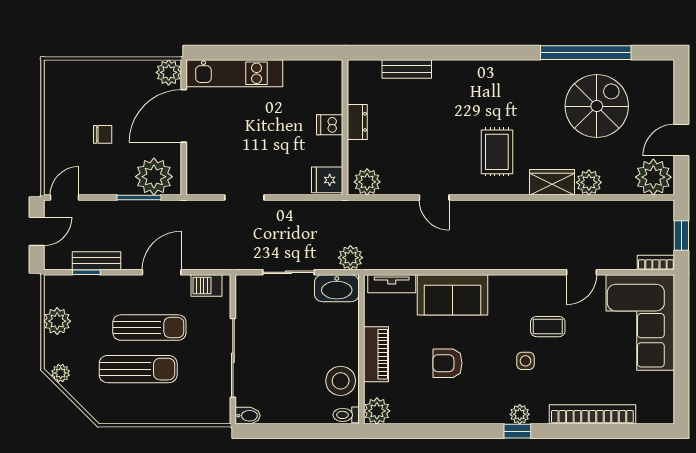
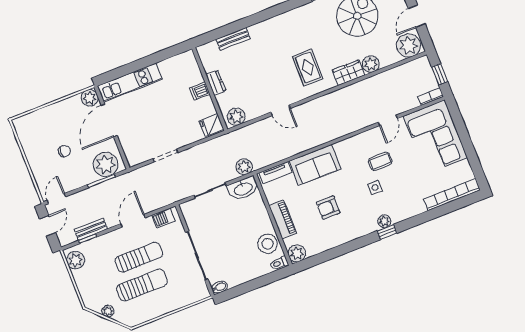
plant: (57, 321) -> (75, 260), moved
plant: (61, 373) -> (108, 311), moved
bookcase: (592, 414) -> (452, 195), moved

